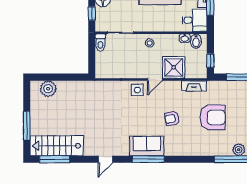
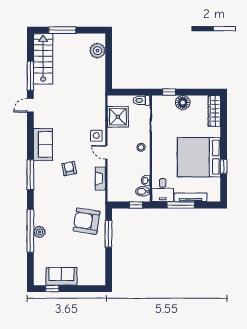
window: (210, 61) -> (136, 205), moved
shower: (174, 67) -> (118, 117), moved
fireplace: (194, 86) -> (100, 179), moved
armchair: (213, 117) -> (86, 221), moved, turned 99
window: (55, 159) -> (30, 76), moved
door: (105, 159) -> (30, 105), hinge flipped
window: (148, 159) -> (30, 175), moved

